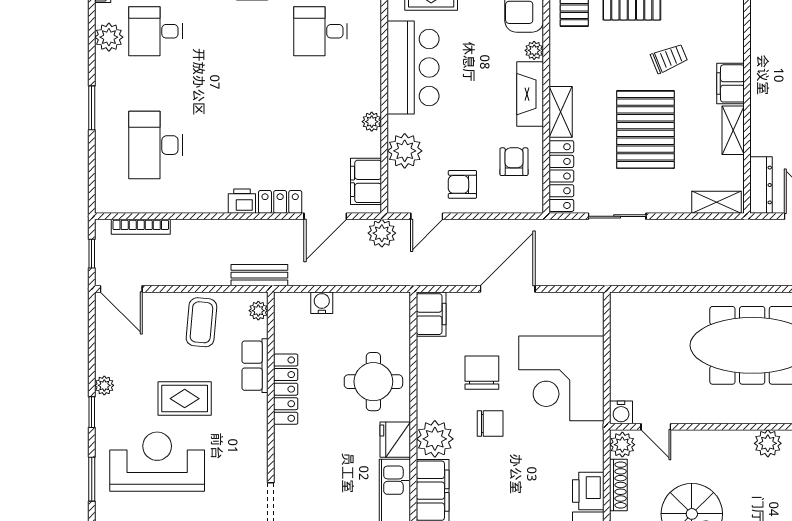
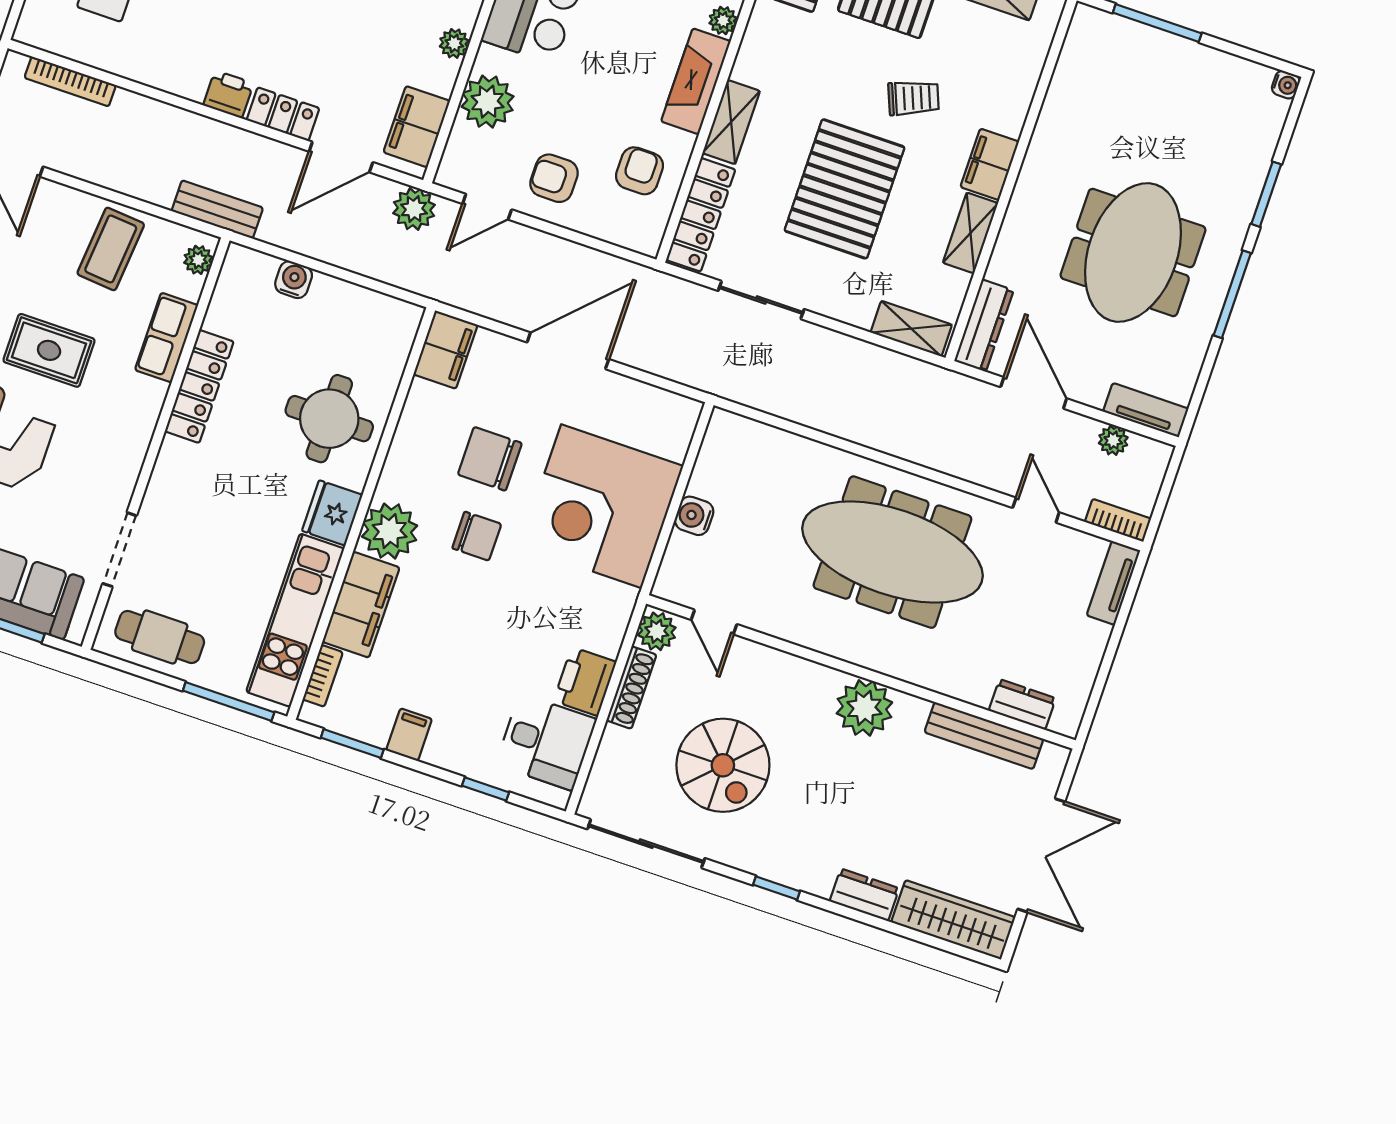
chair: (482, 373) -> (490, 459), turned -90
water cooler: (621, 412) -> (694, 516), moved, turned 90
plant: (768, 443) -> (864, 708), width x1.36, depth x1.36

